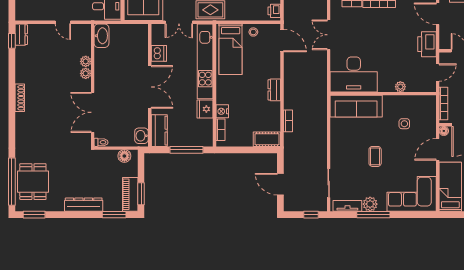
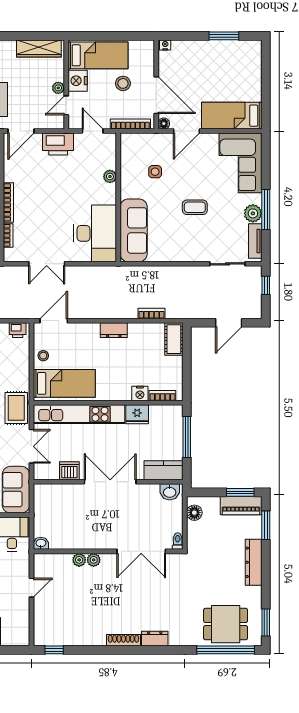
dresser: (21, 35) -> (155, 638), moved
washbasin: (101, 36) -> (41, 543), width x0.52, depth x0.69
door: (438, 149) -> (186, 131), hinge flipped

